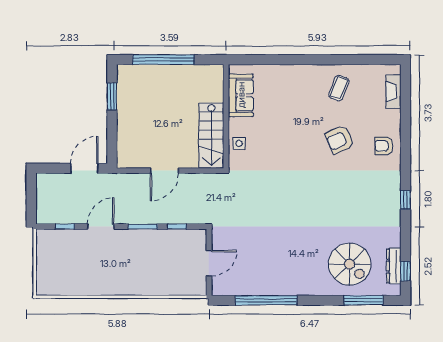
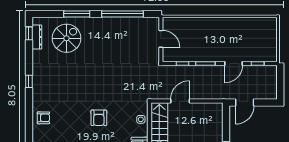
armchair: (340, 140) -> (99, 118), moved, turned 114
door: (164, 171) -> (180, 101), moved
door: (209, 263) -> (161, 39), swing flipped
spiral stairs: (350, 264) -> (66, 38), turned 90
window: (364, 300) -> (77, 14), moved

